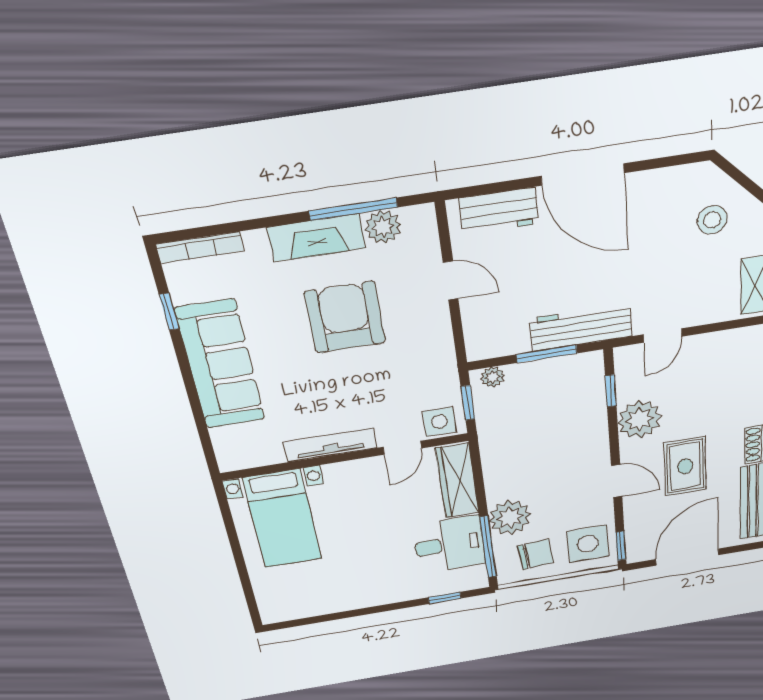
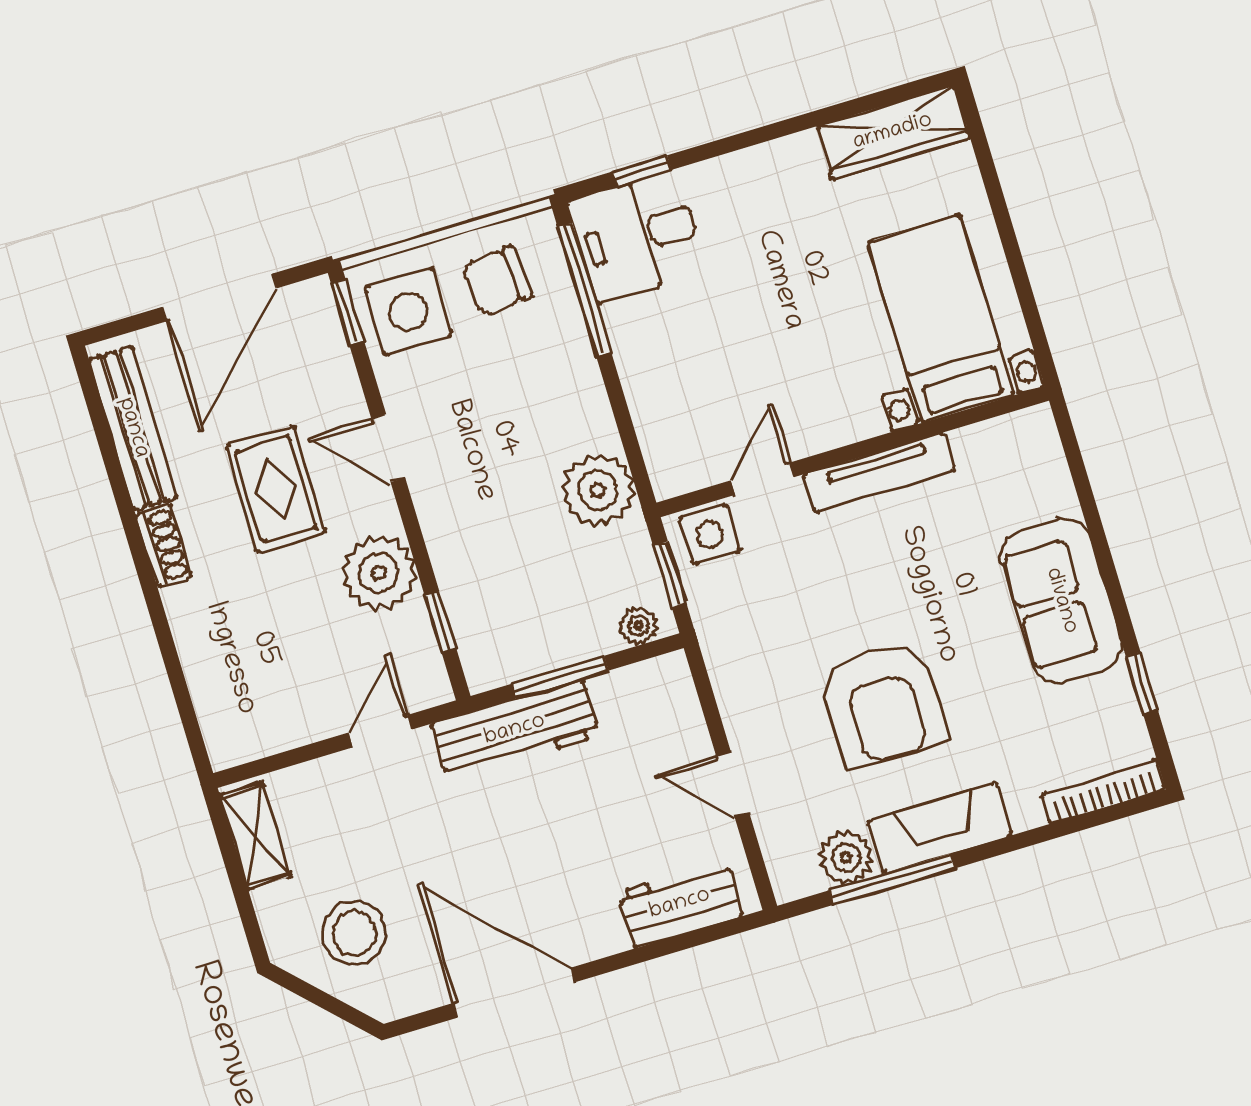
door: (583, 174) -> (514, 993), moved
stool: (712, 220) -> (354, 933), width x1.38, depth x1.38
sofa: (221, 365) -> (1061, 601), width x0.73
wardrobe: (457, 481) -> (893, 132), moved, turned 90
plant: (510, 518) -> (598, 490), moved
desk: (449, 544) -> (637, 237), moved

